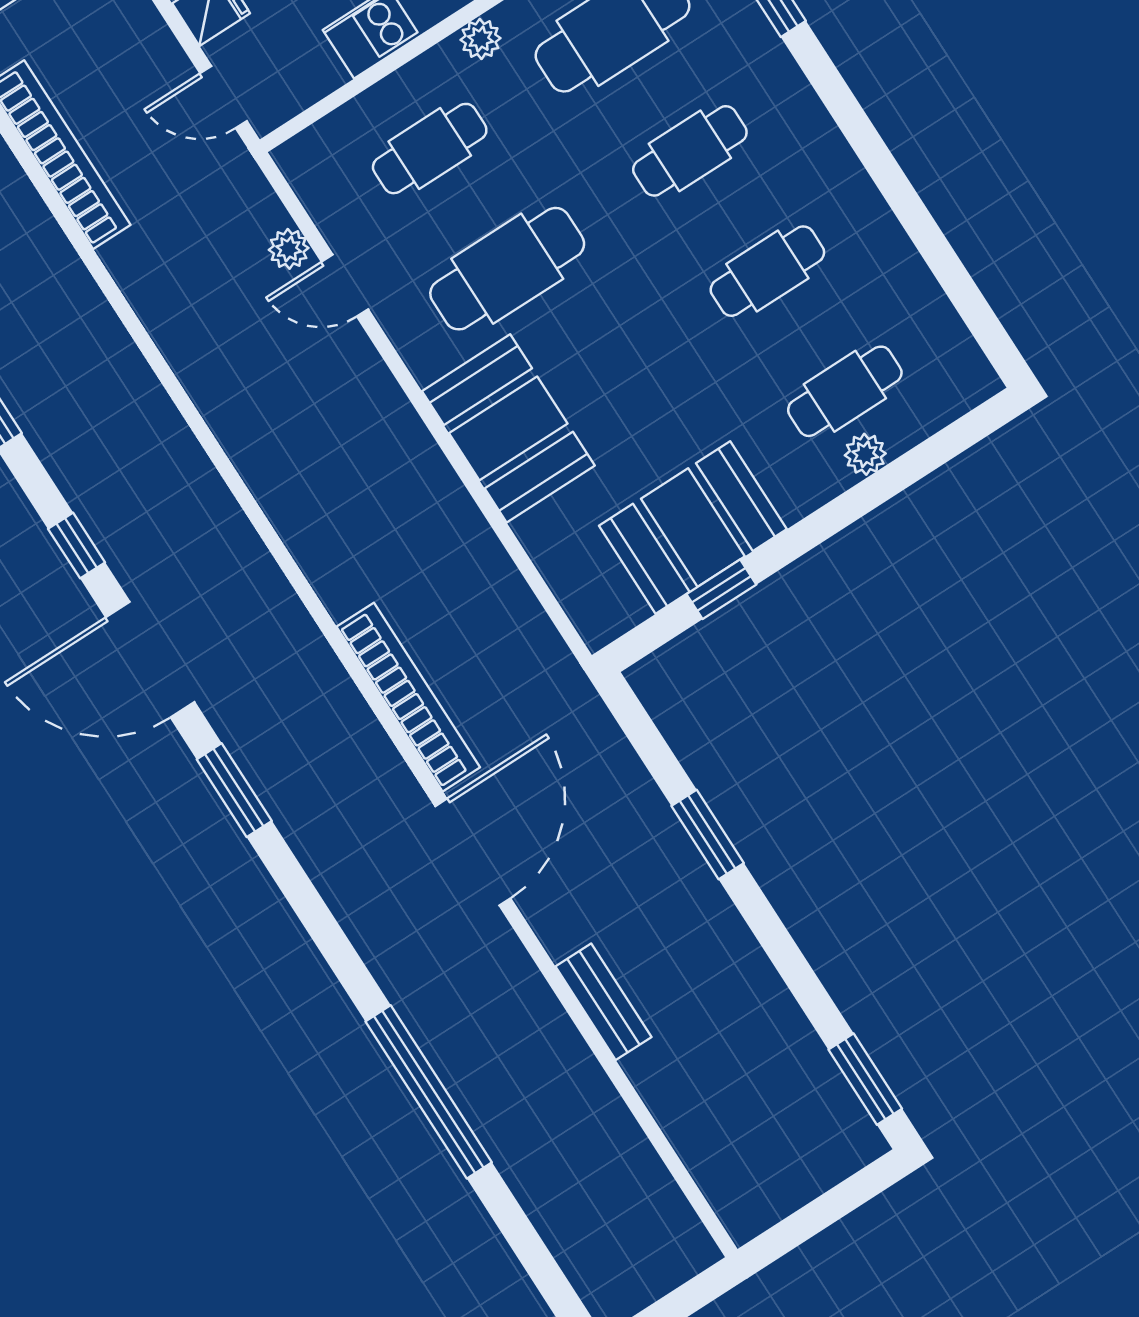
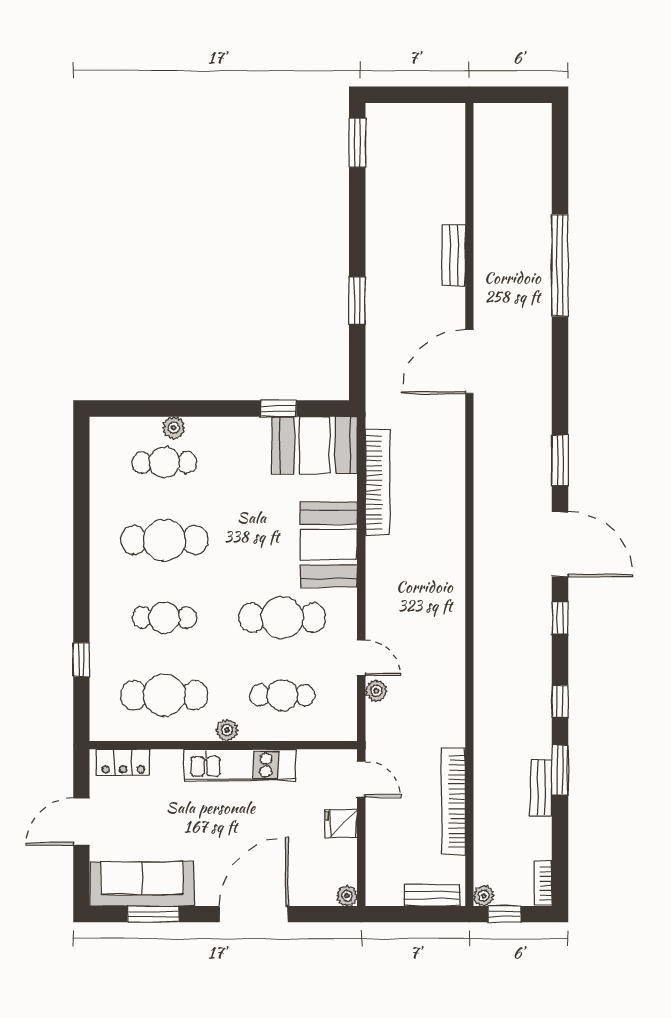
cafe table: (767, 271) -> (164, 540), width x1.37, depth x1.35
booth: (693, 527) -> (315, 445), moved
bookcase: (408, 697) -> (377, 483), moved, turned 180

